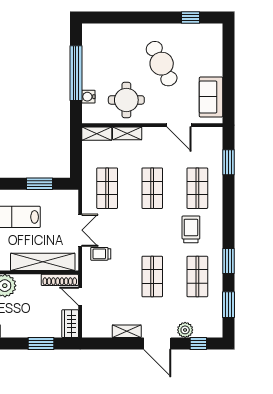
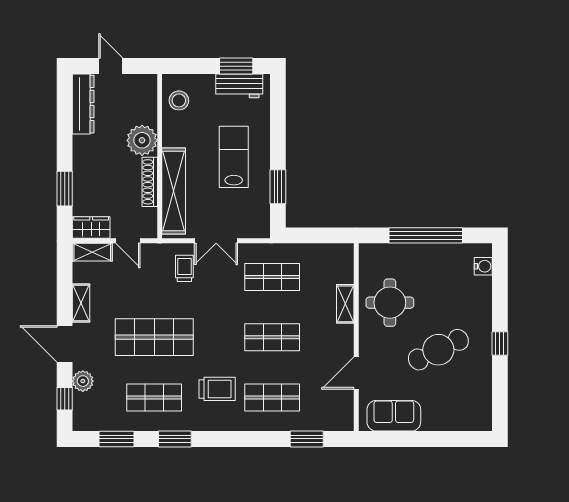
window: (190, 18) -> (500, 344), moved
water cooler: (88, 97) -> (483, 266), moved, turned 90
shelving: (97, 134) -> (92, 252), moved, turned 90
shop shelf: (152, 276) -> (154, 337), width x1.43, depth x1.36
shoe rack: (60, 280) -> (150, 182), moved
door: (80, 296) -> (128, 241), swing flipped
door: (157, 344) -> (65, 344), hinge flipped

